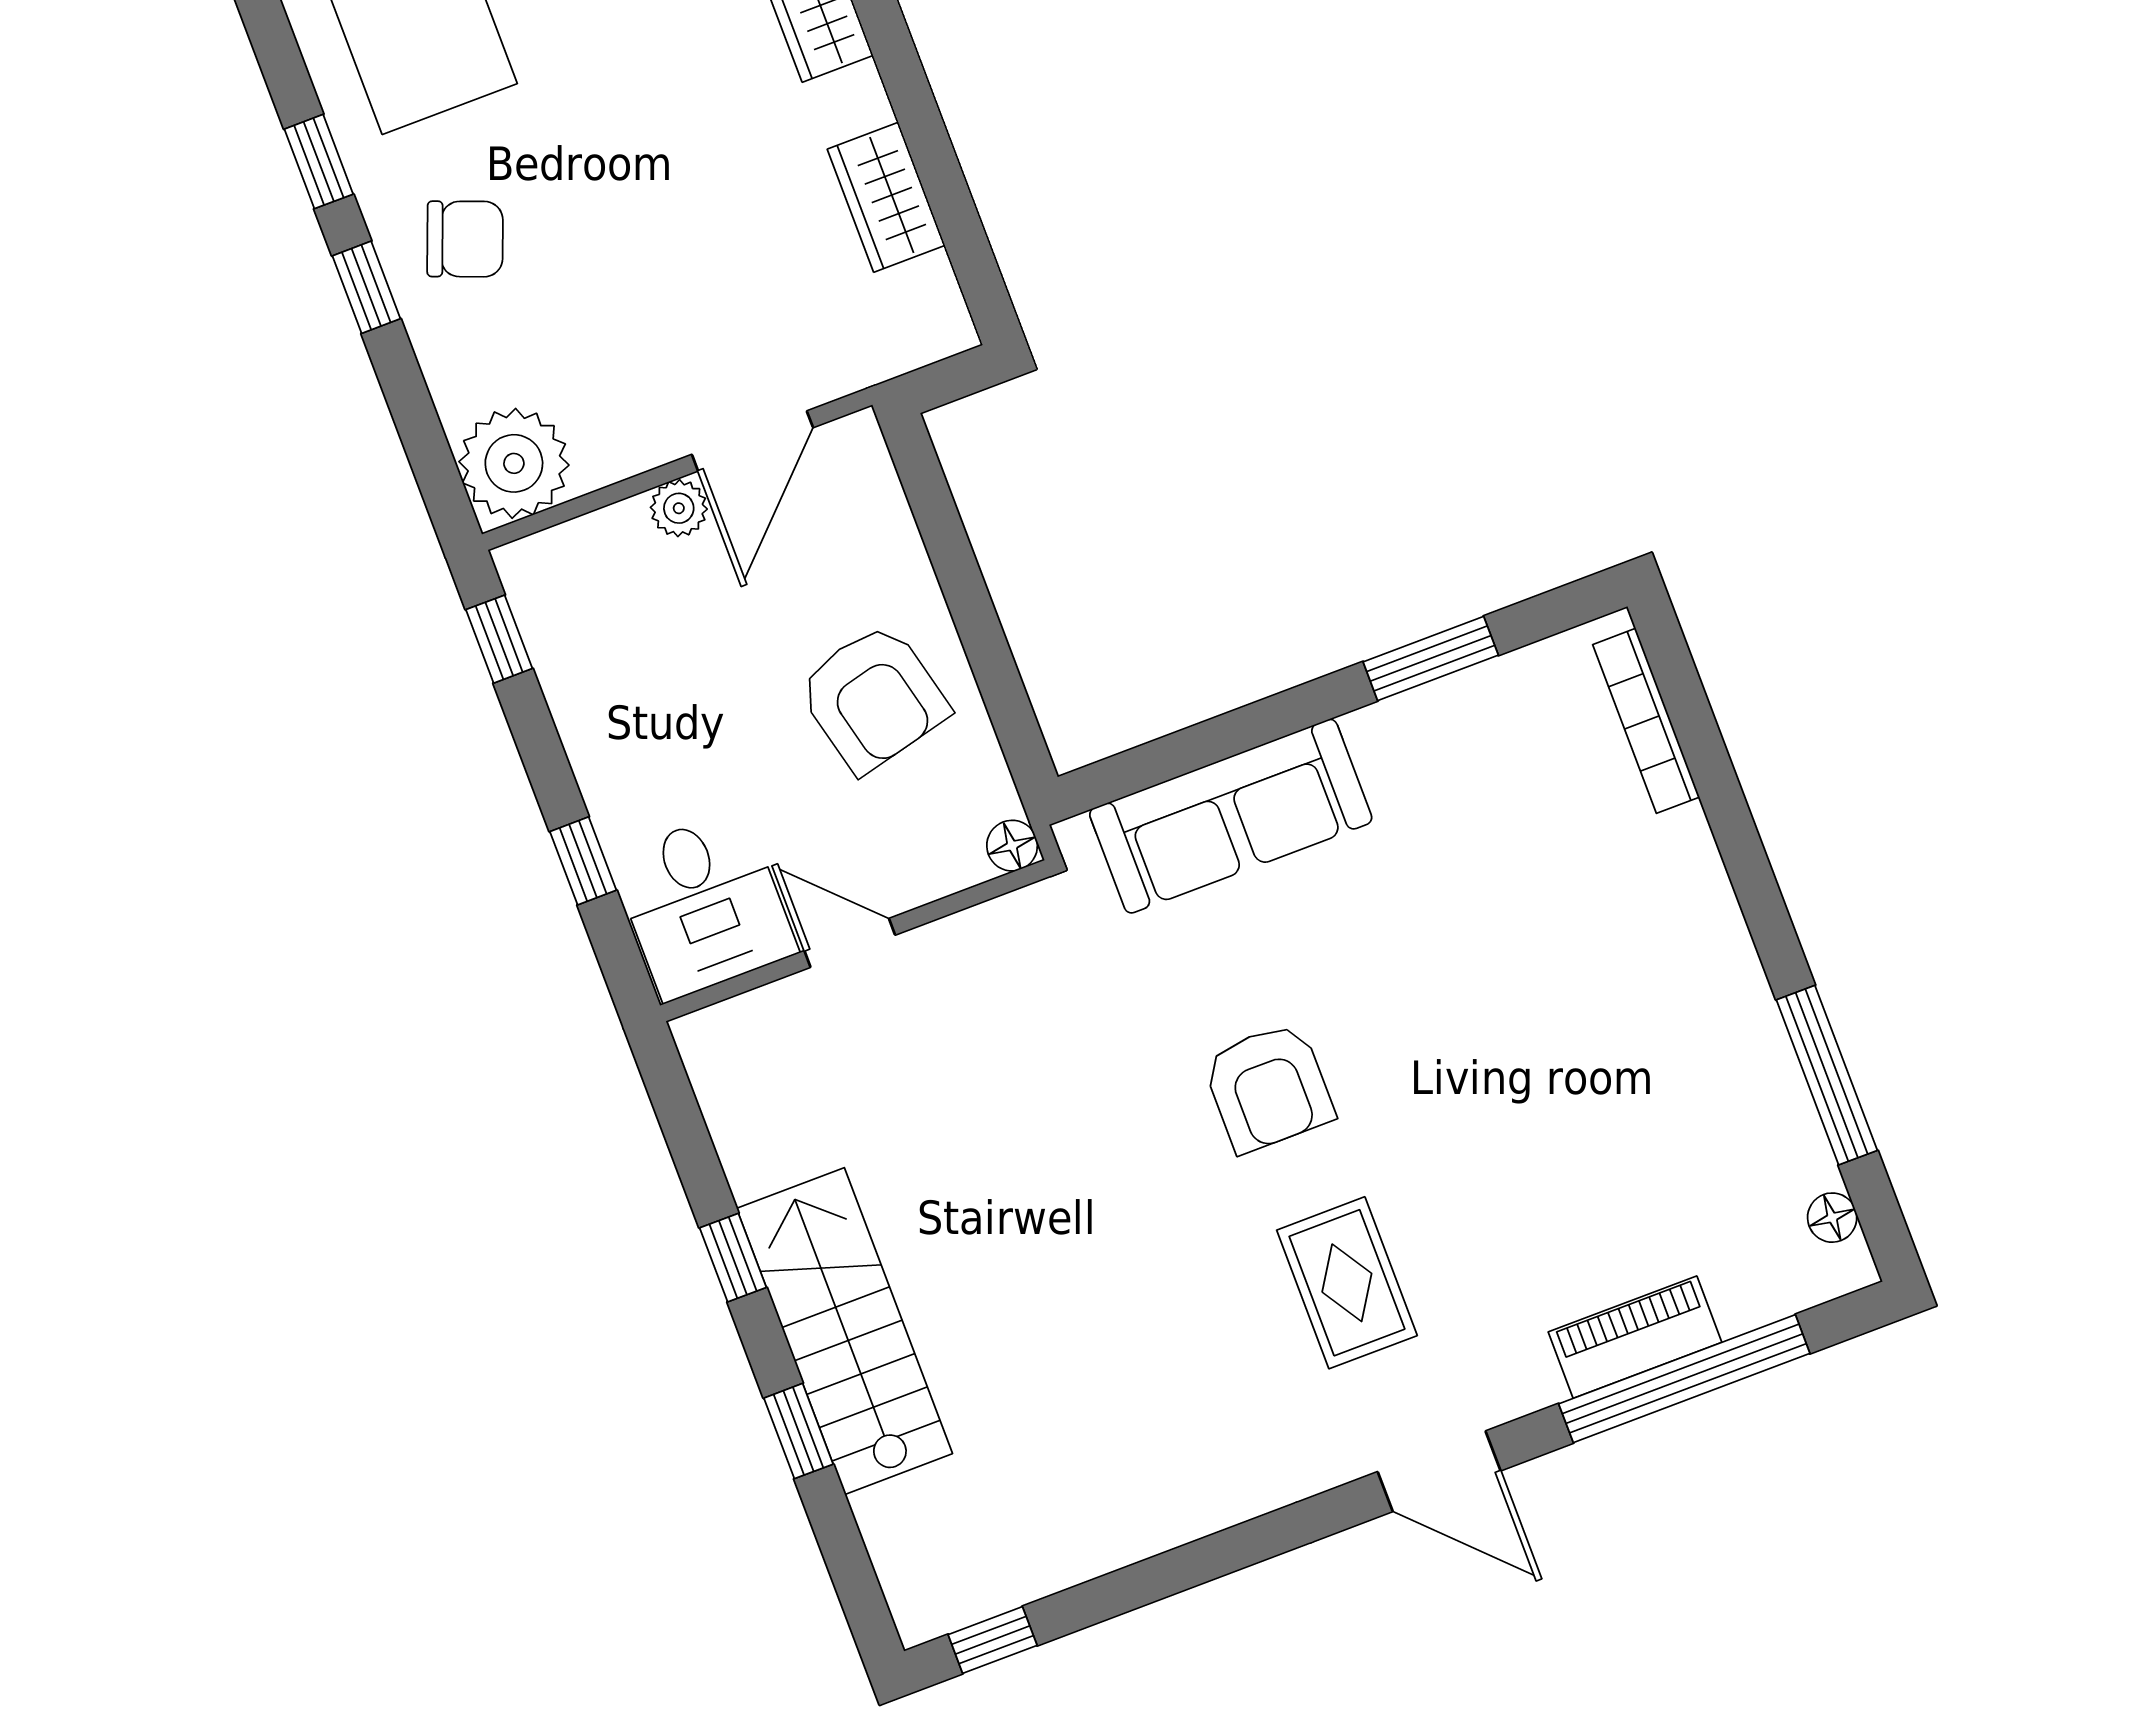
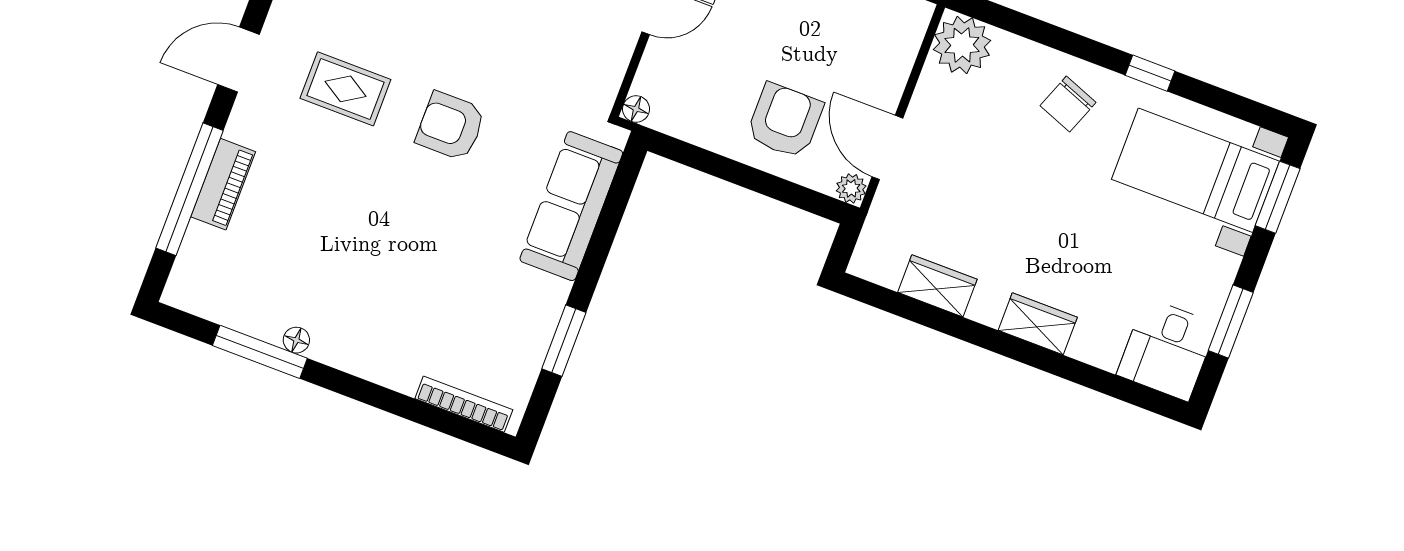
window: (366, 287) -> (1084, 48), removed
plant: (679, 508) -> (851, 188), moved
armchair: (873, 698) -> (785, 121), moved, turned 104
floor lamp: (1832, 1218) -> (296, 340), moved

